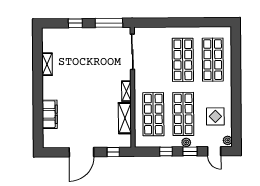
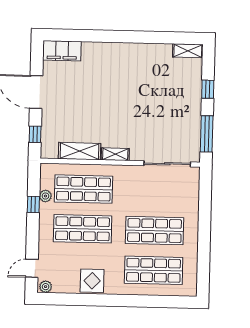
shelving: (47, 64) -> (188, 51), moved
filing cabinet: (50, 114) -> (62, 51), moved
display table: (215, 116) -> (92, 281), moved
plant: (186, 142) -> (45, 196), moved
window: (190, 151) -> (33, 236), removed

